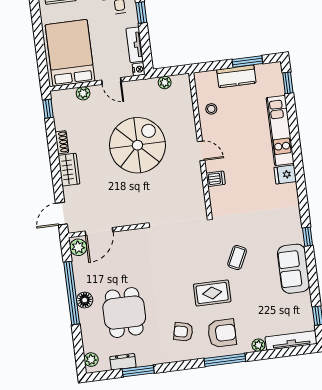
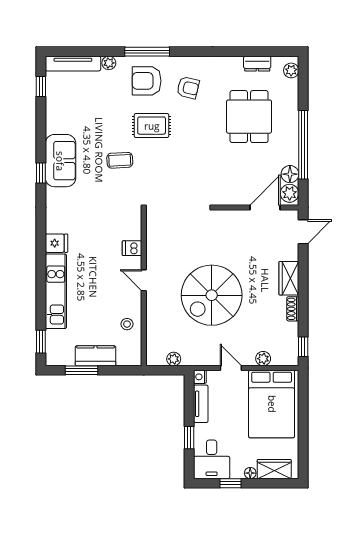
coffee table: (237, 258) -> (120, 160), turned 61
sofa: (293, 269) -> (60, 161), moved
floor lamp: (85, 300) -> (290, 174), moved
window: (138, 371) -> (242, 52), removed

